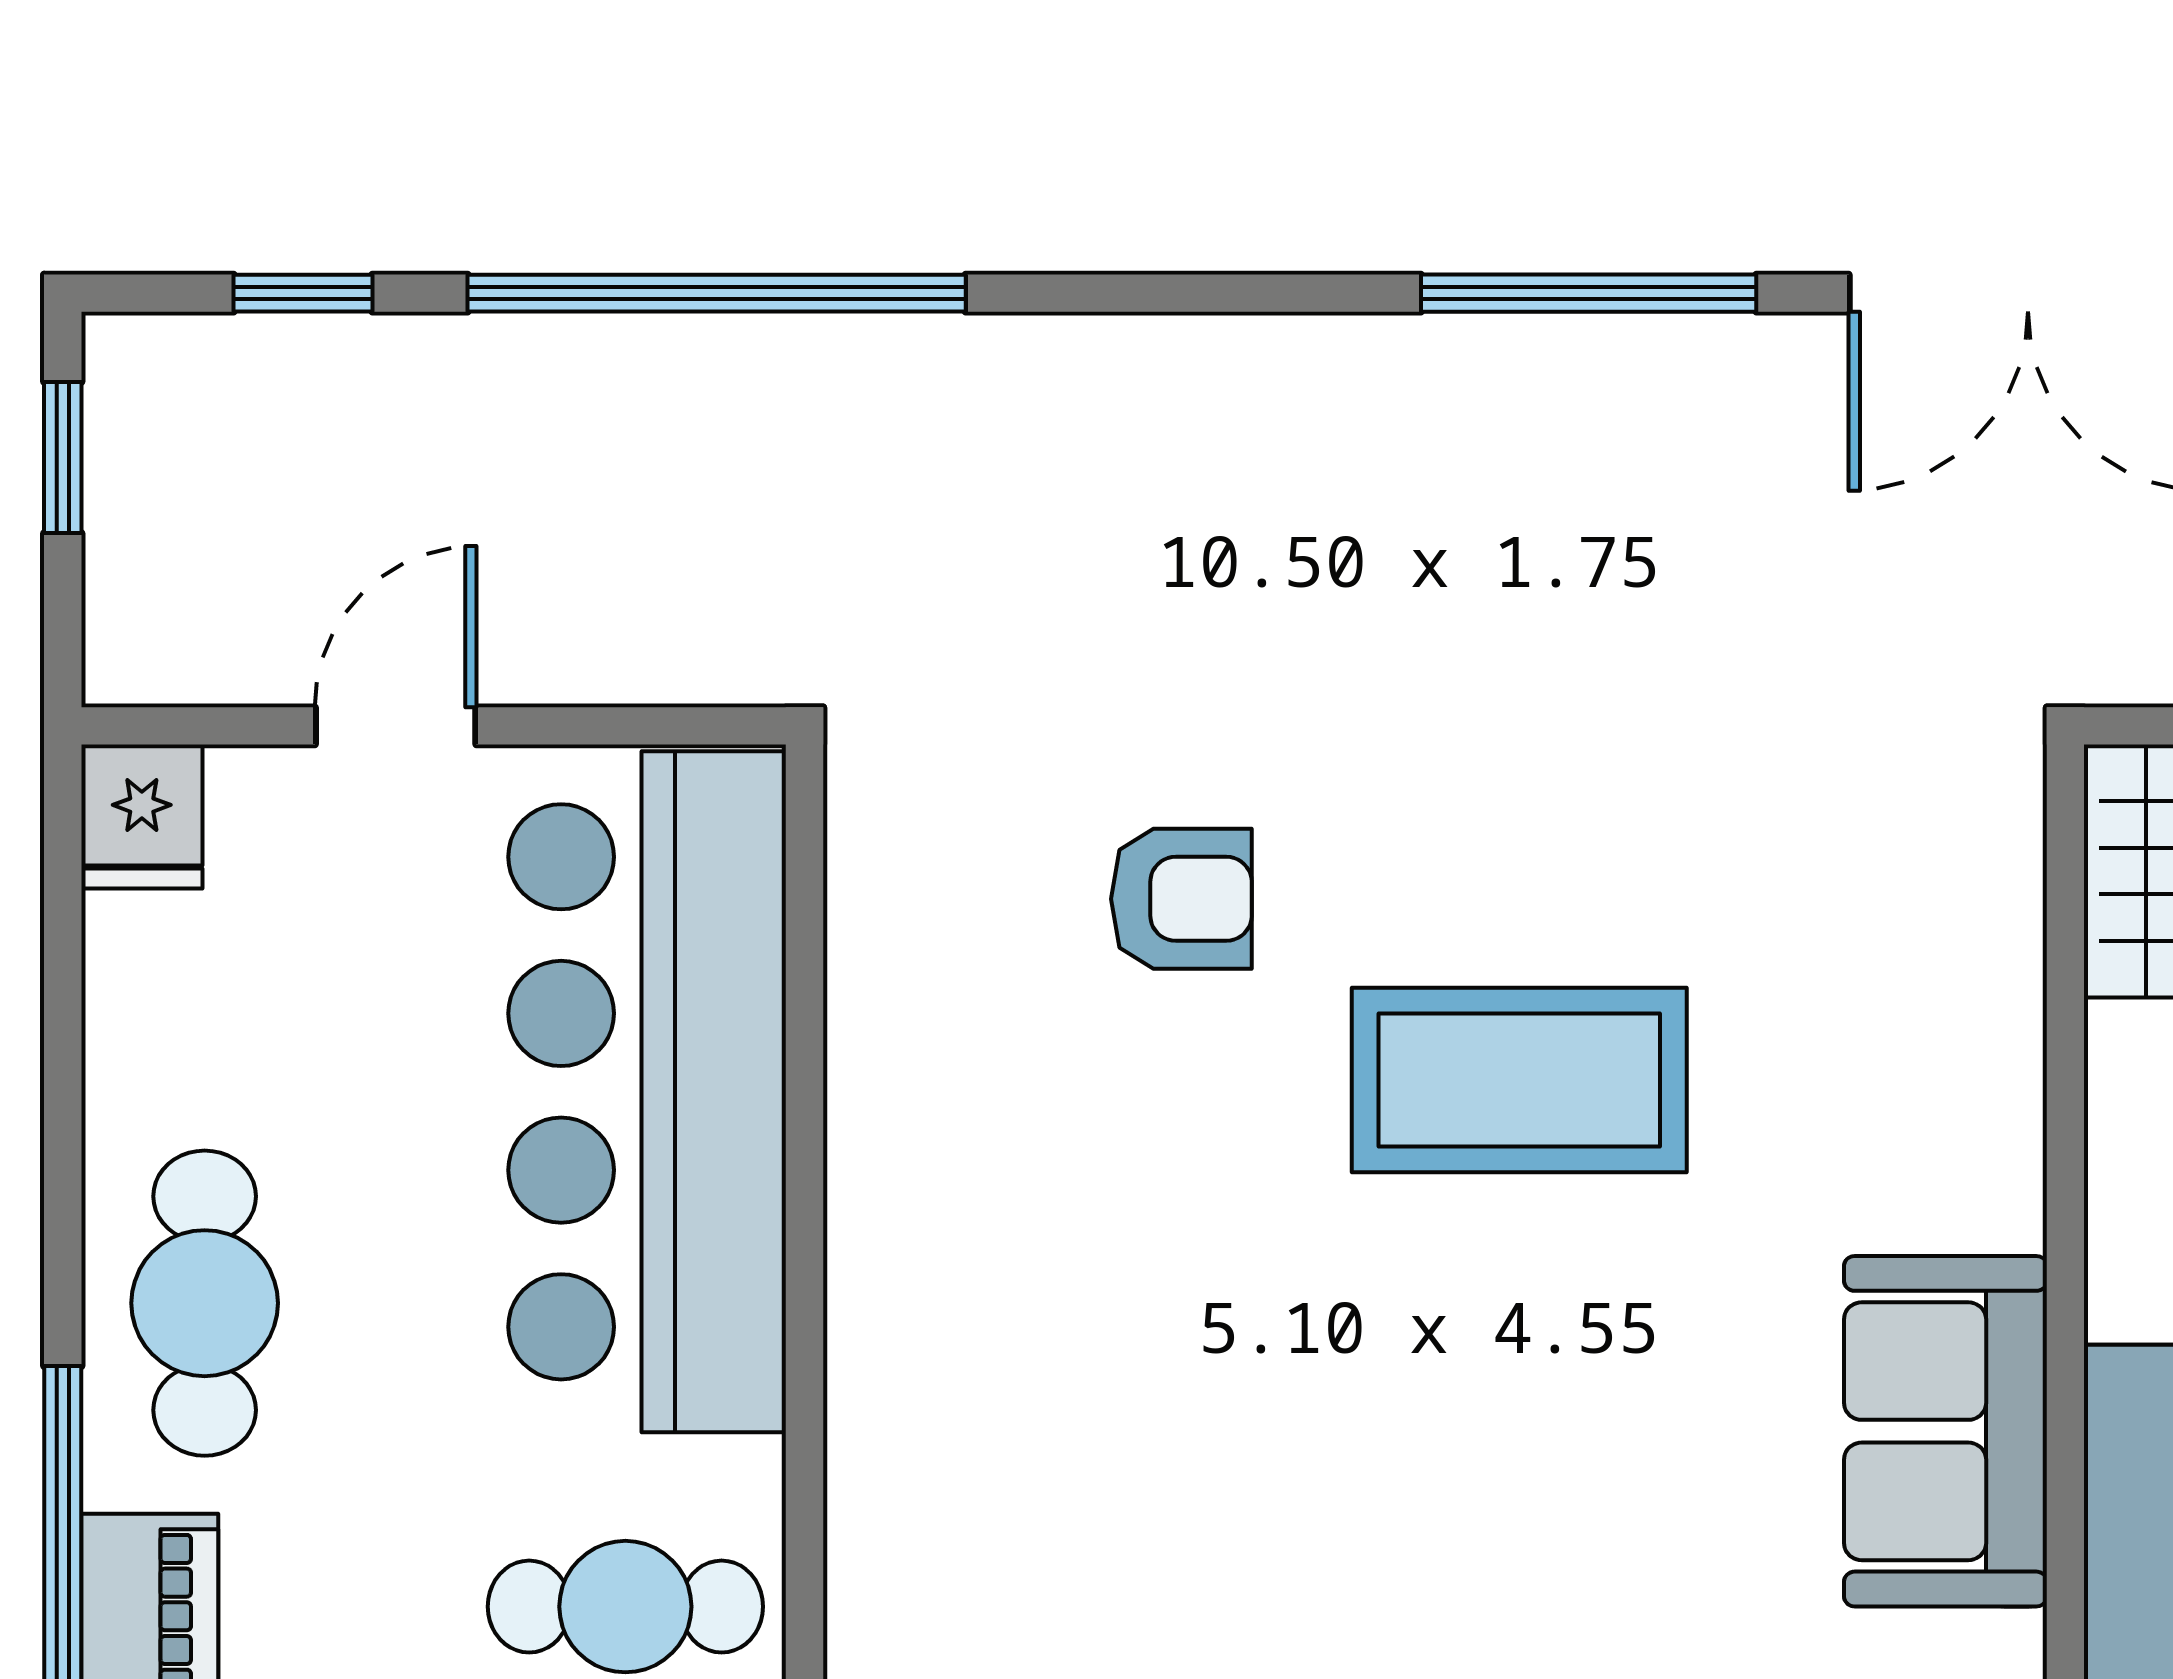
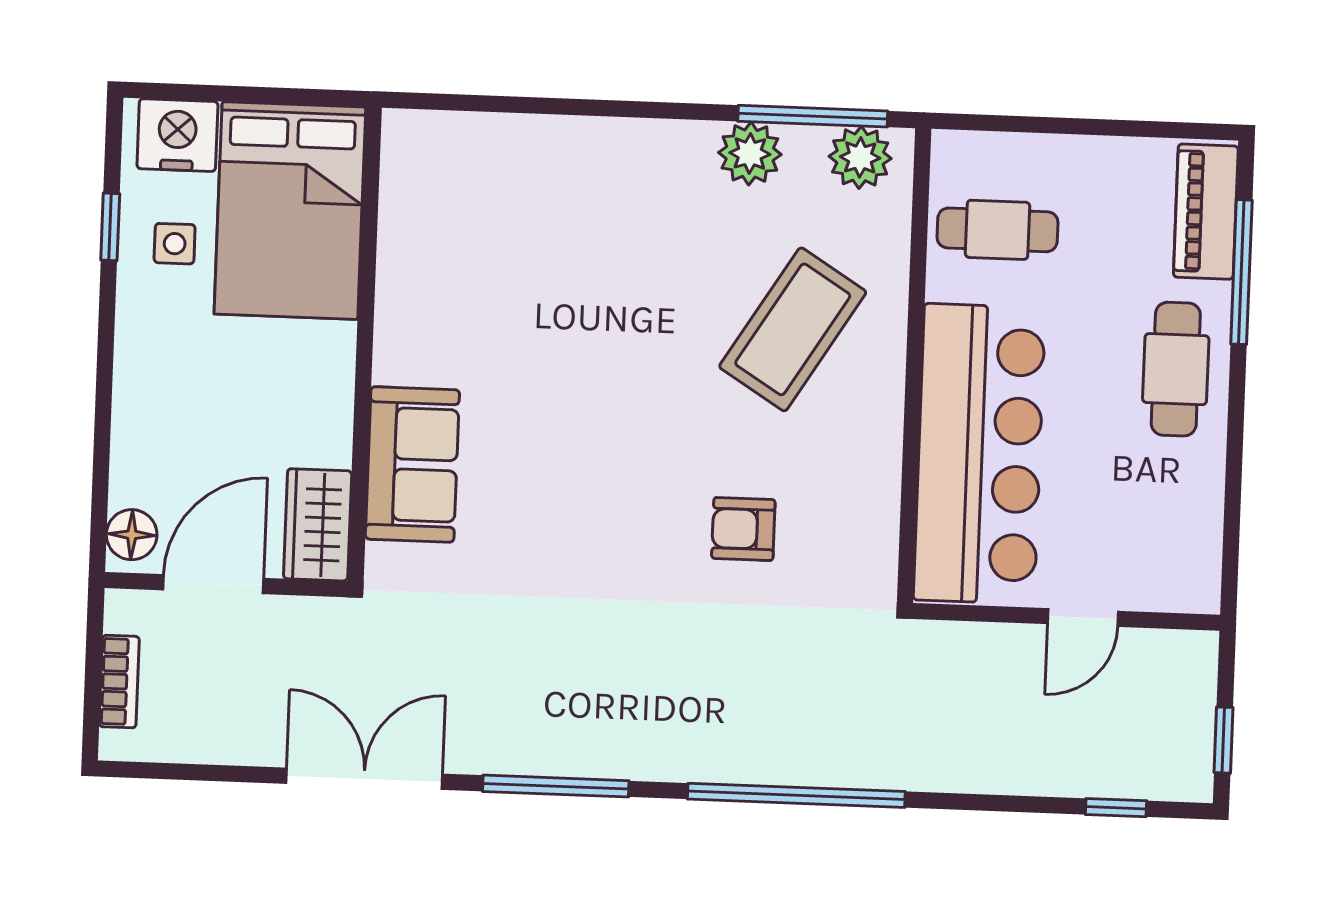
window: (717, 293) -> (796, 795), moved
fridge: (142, 817) -> (1195, 582), removed
coffee table: (1519, 1080) -> (793, 329), moved, turned -58
sofa: (1945, 1431) -> (412, 464), moved

